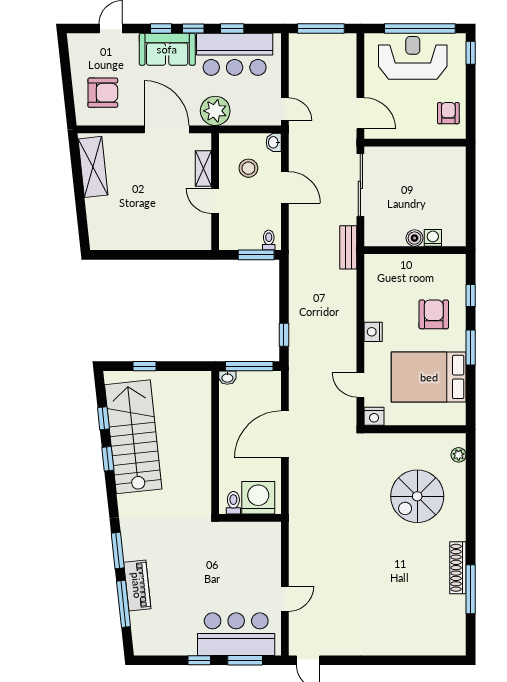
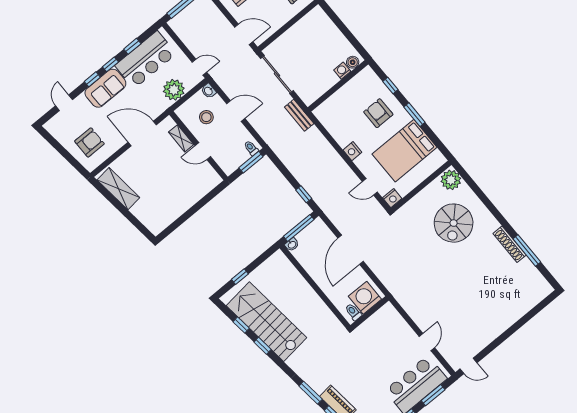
plant: (215, 111) -> (174, 90), moved
boiler: (415, 238) -> (353, 62), moved
plant: (459, 455) -> (451, 180), width x1.88, depth x1.88

